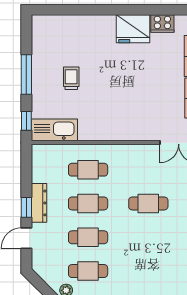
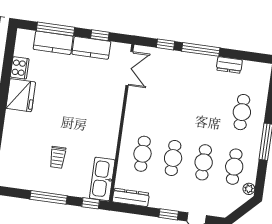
trolley: (71, 78) -> (58, 157), turned -90
dresser: (39, 203) -> (131, 197), moved
cafe table: (148, 203) -> (242, 112), moved

